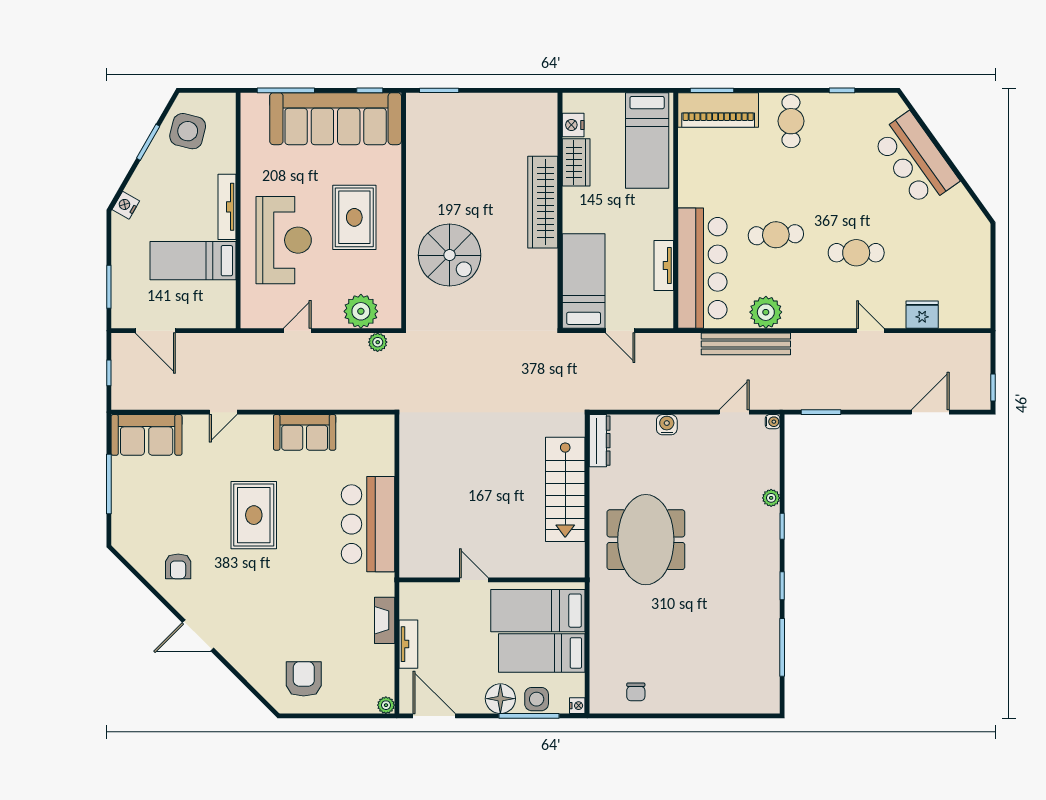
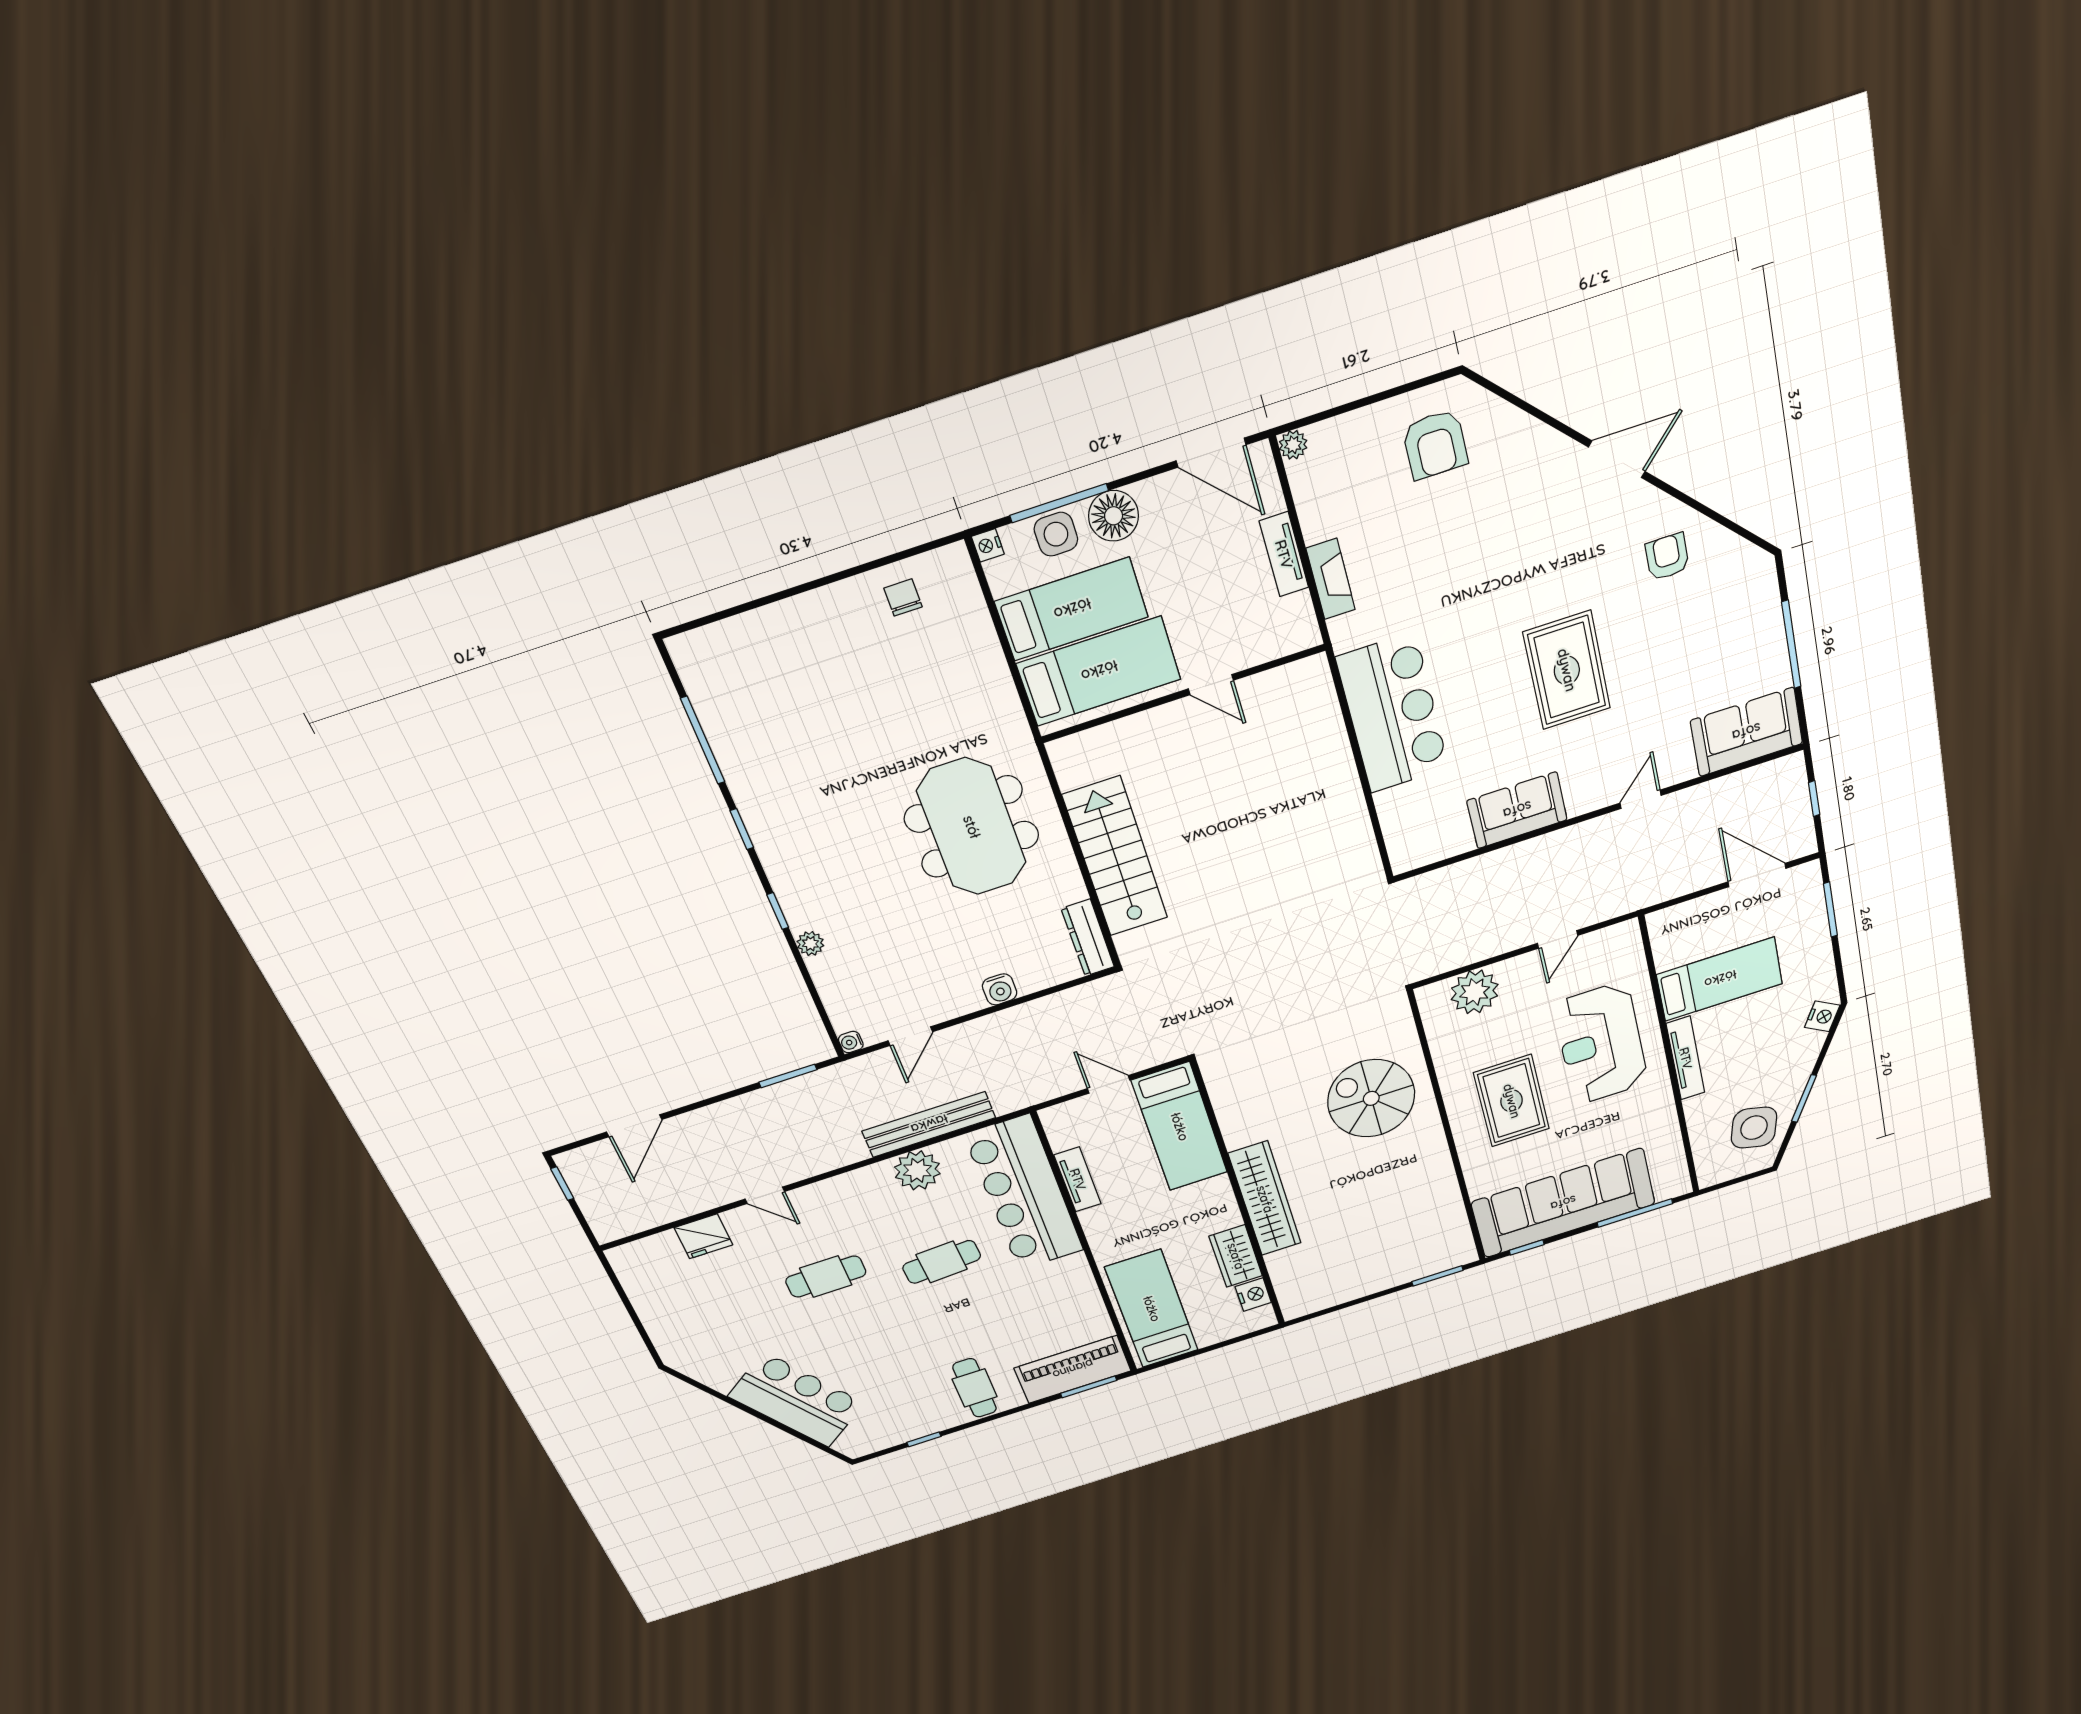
plant: (378, 342) -> (1441, 961), removed

